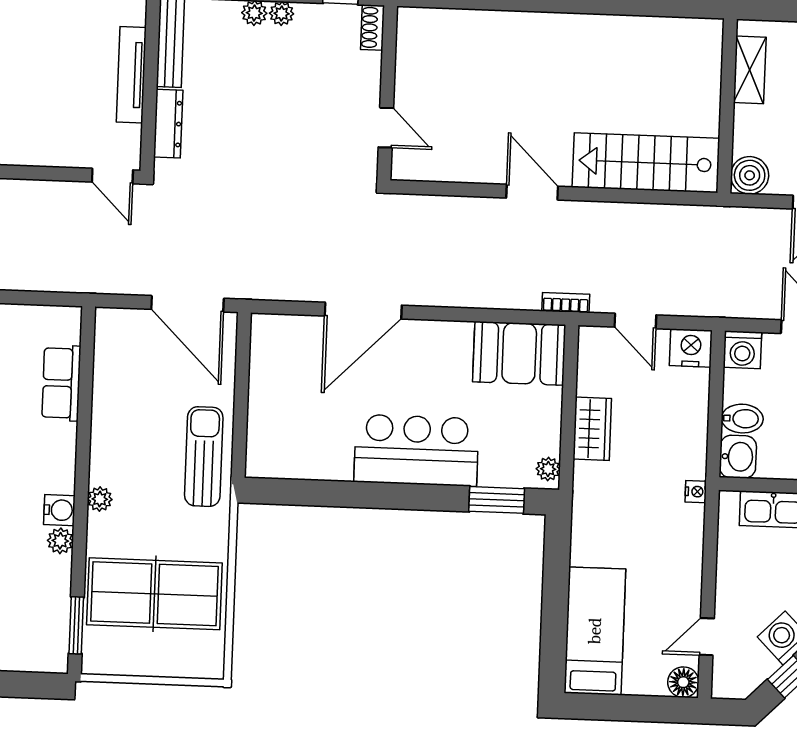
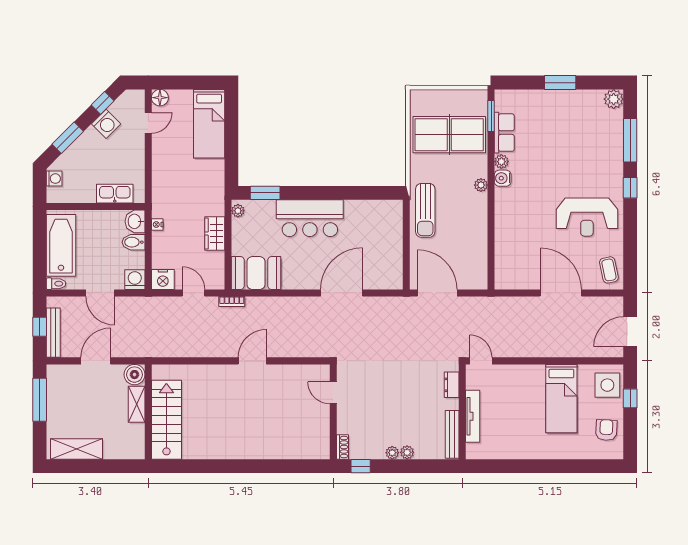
shelving: (750, 70) -> (137, 404), moved
dresser: (168, 124) -> (452, 385), width x0.70
stairs: (646, 163) -> (166, 420), moved, turned -90
door: (532, 192) -> (252, 361), swing flipped
row of seats: (61, 383) -> (504, 133), moved
nightstand: (696, 492) -> (157, 224), moved

